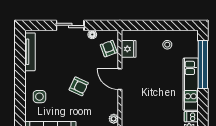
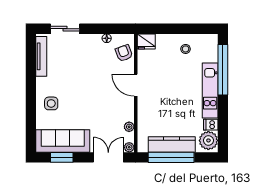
sliding door: (70, 25) -> (65, 29), moved
fridge: (129, 49) -> (146, 41), moved, turned 90
armchair: (79, 86) -> (92, 93), removed

